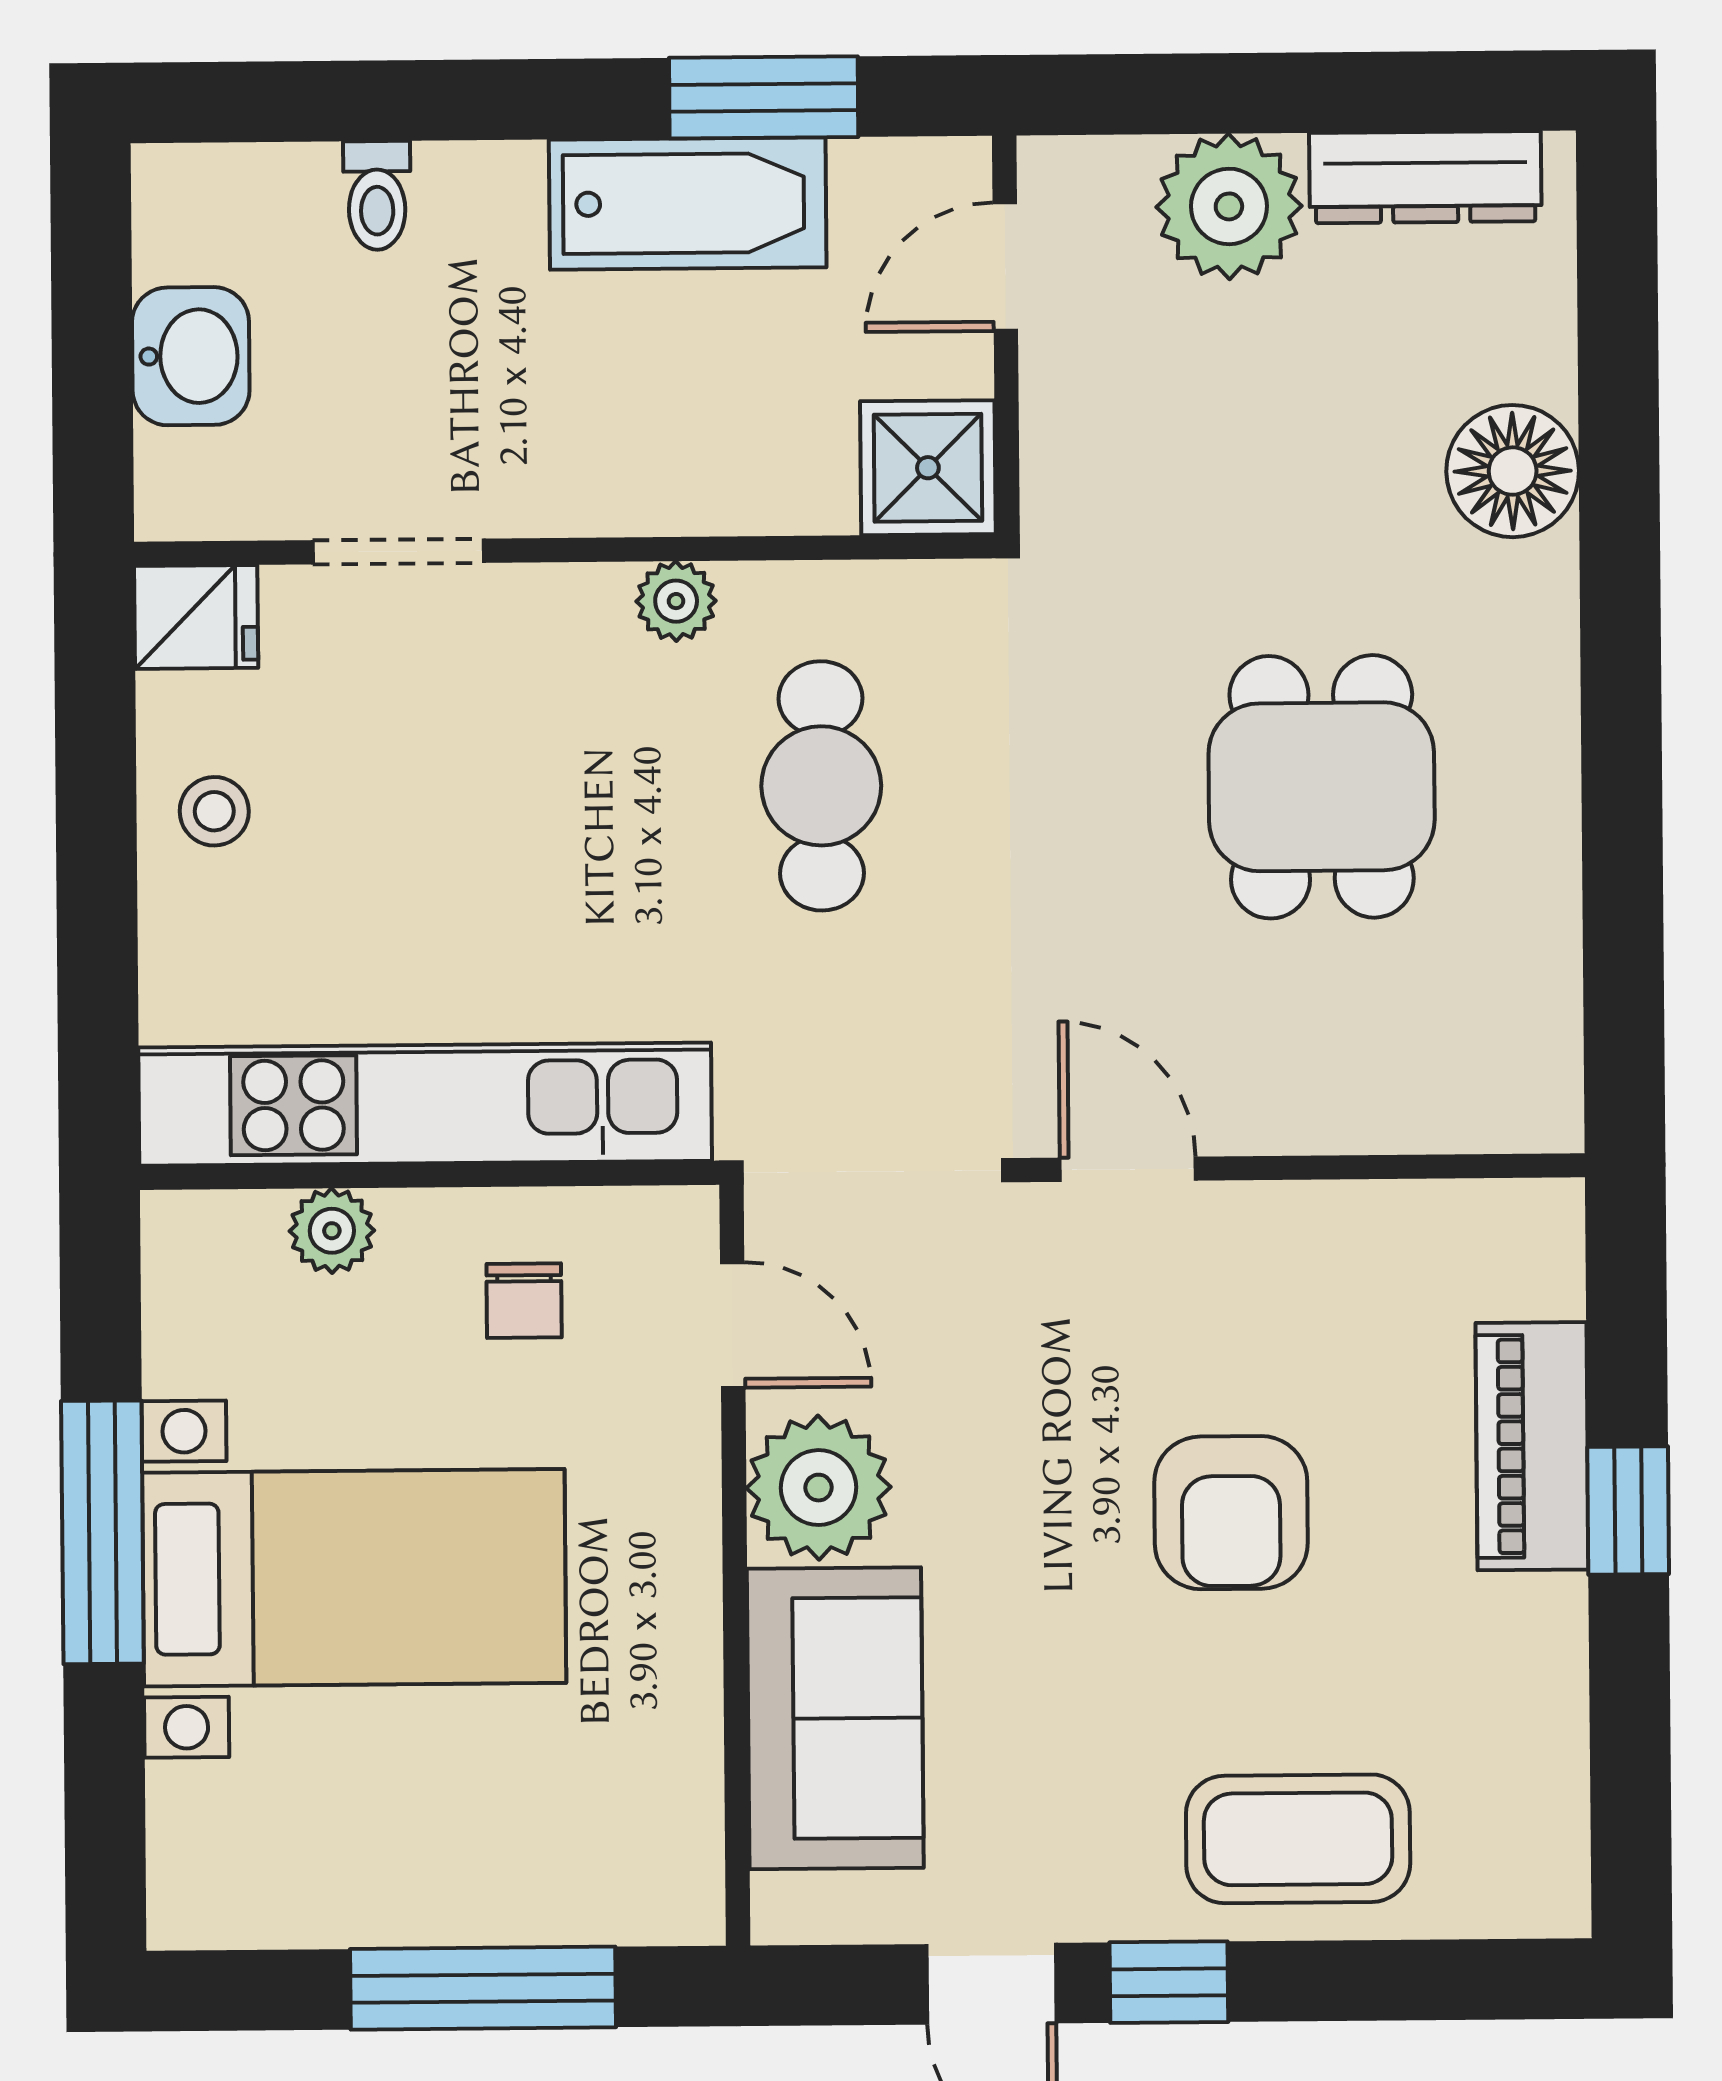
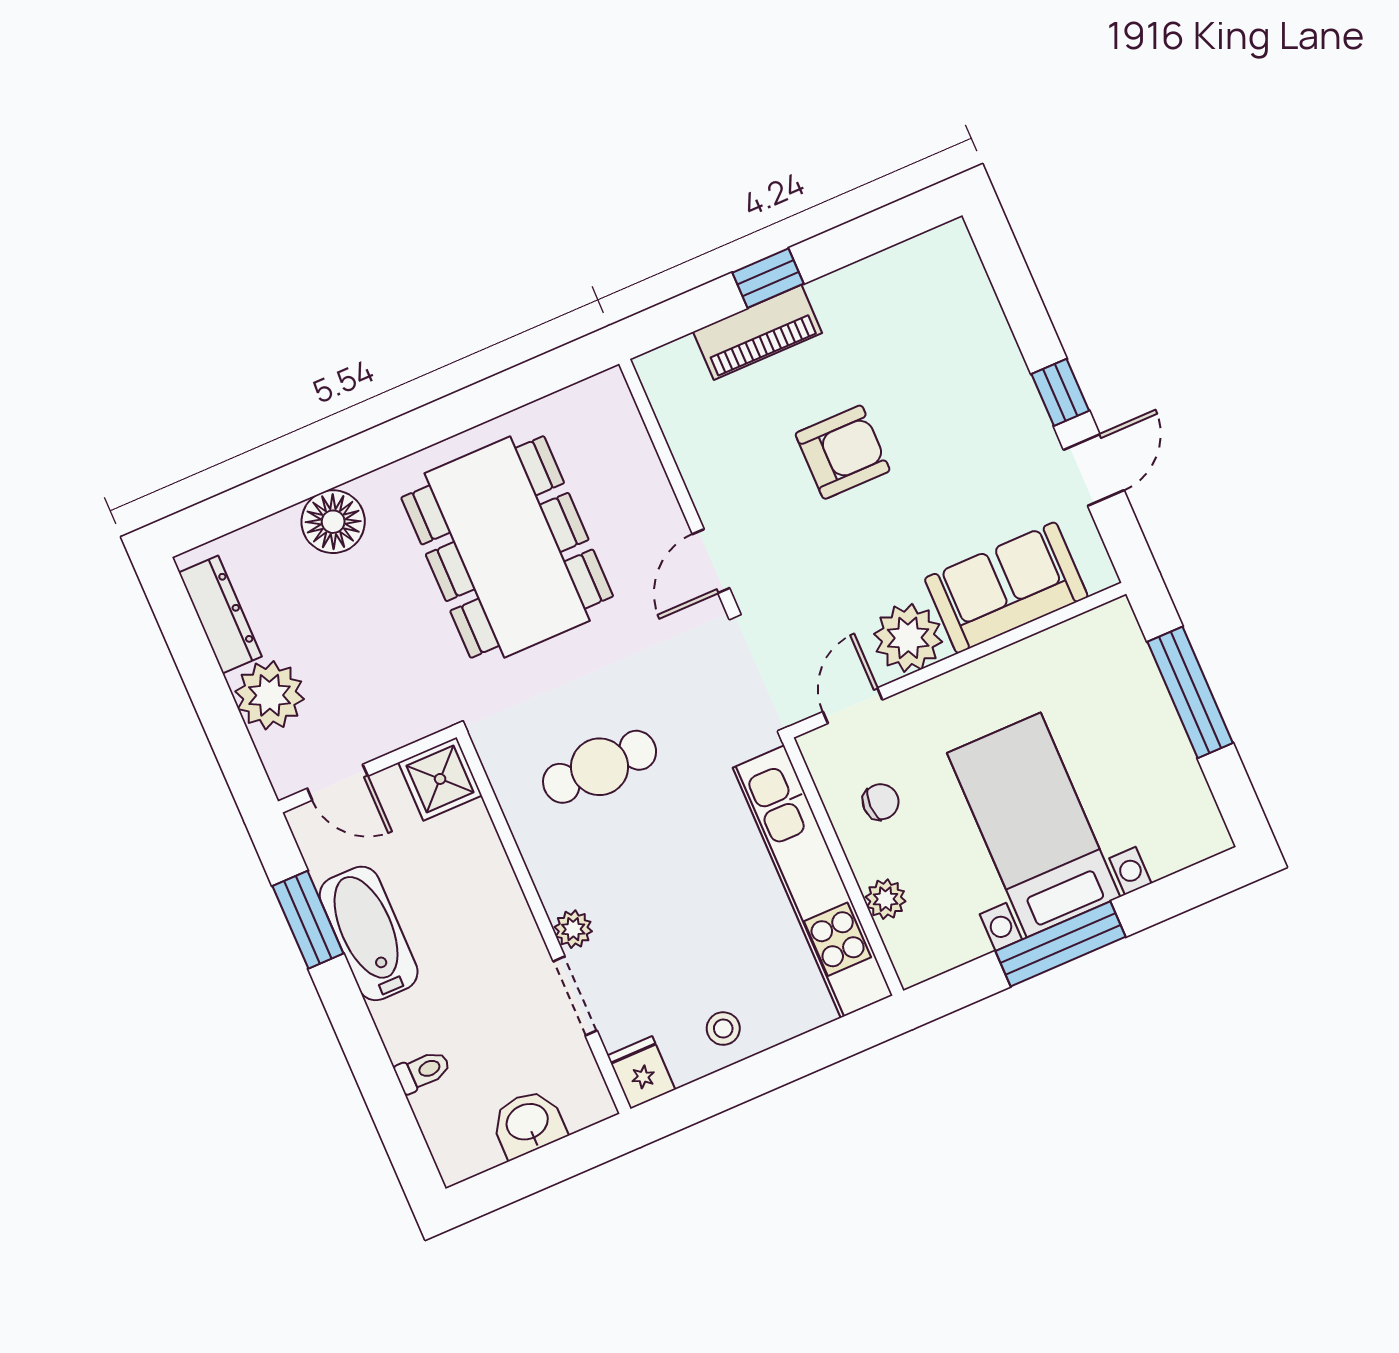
plant: (676, 601) -> (573, 929), moved
dining table: (1322, 787) -> (507, 547), width x1.88, depth x1.24
coffee table: (1298, 1839) -> (973, 362), removed

